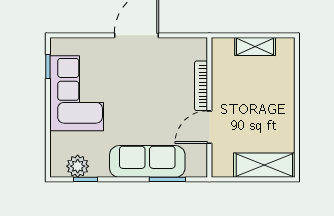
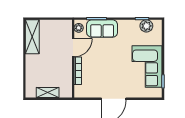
sofa: (147, 161) -> (102, 29), width x0.73
plant: (199, 163) -> (79, 28), added
shelving: (264, 165) -> (32, 37), moved, turned 90

